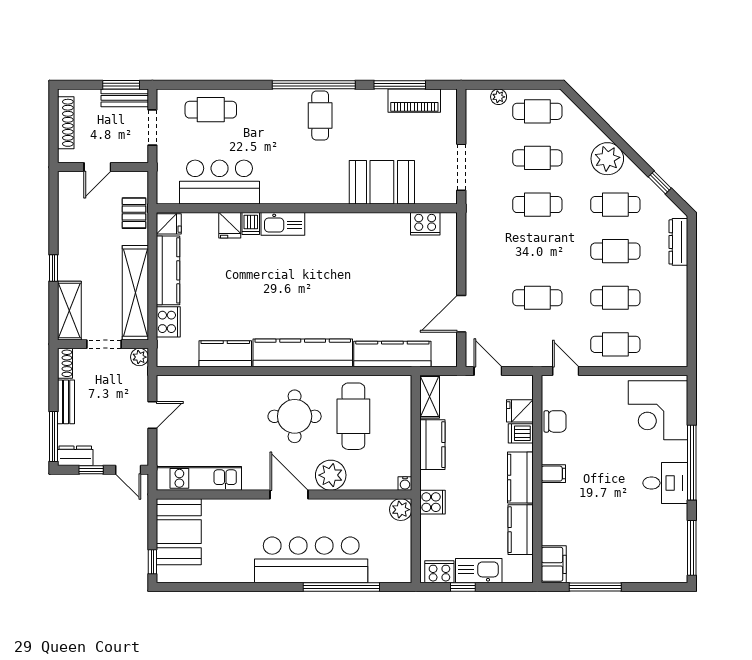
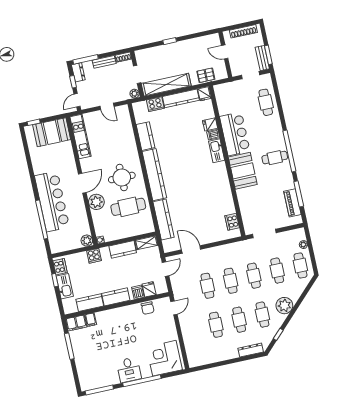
bar counter: (220, 182) -> (235, 134), moved
booth: (382, 182) -> (243, 171), moved
shelving: (69, 311) -> (150, 54), removed
cafe table: (615, 344) -> (231, 281), moved
filing cabinet: (553, 474) -> (91, 320), moved

